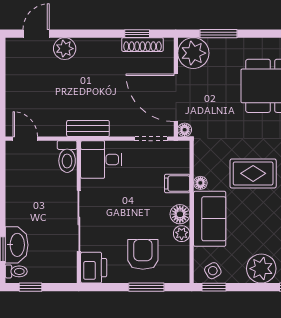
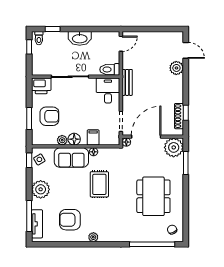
washbasin: (17, 245) -> (80, 38), moved

